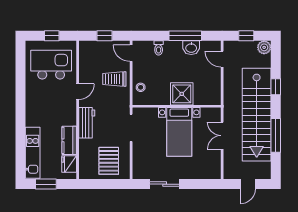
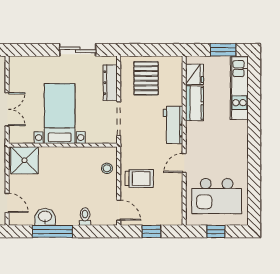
shower: (182, 94) -> (25, 160), moved
dresser: (138, 157) -> (110, 83), added

